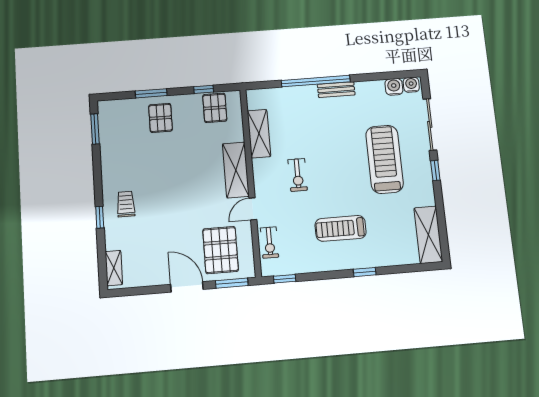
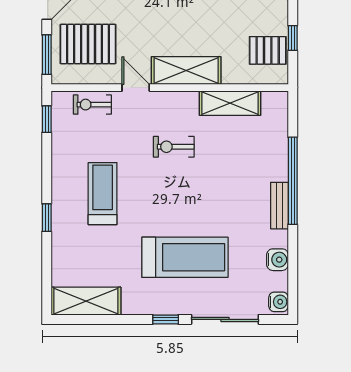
water cooler: (394, 87) -> (277, 260), moved

